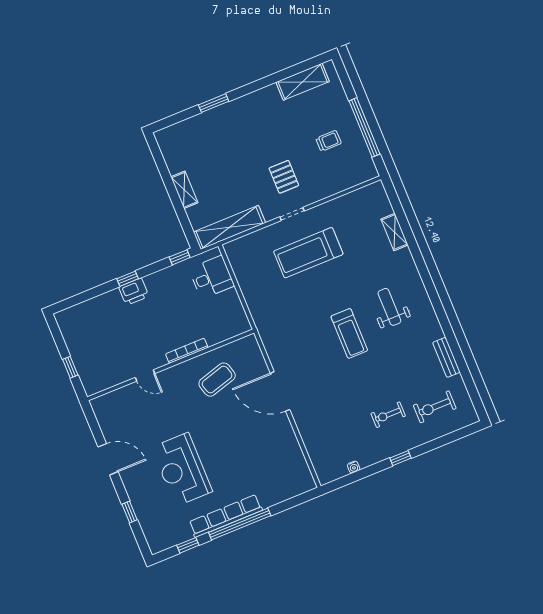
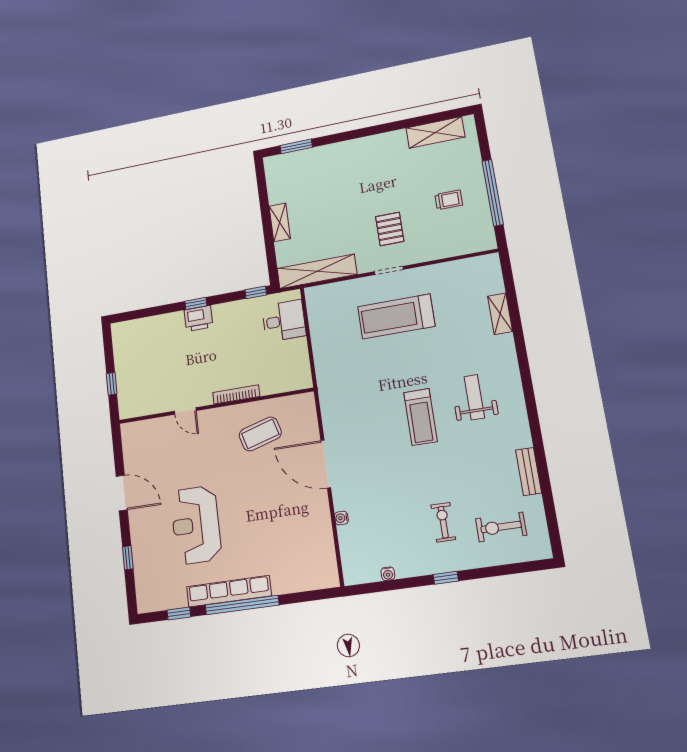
window: (214, 103) -> (296, 146), moved
exercise bike: (388, 415) -> (443, 522), turned 90
water cooler: (304, 432) -> (341, 518), added

